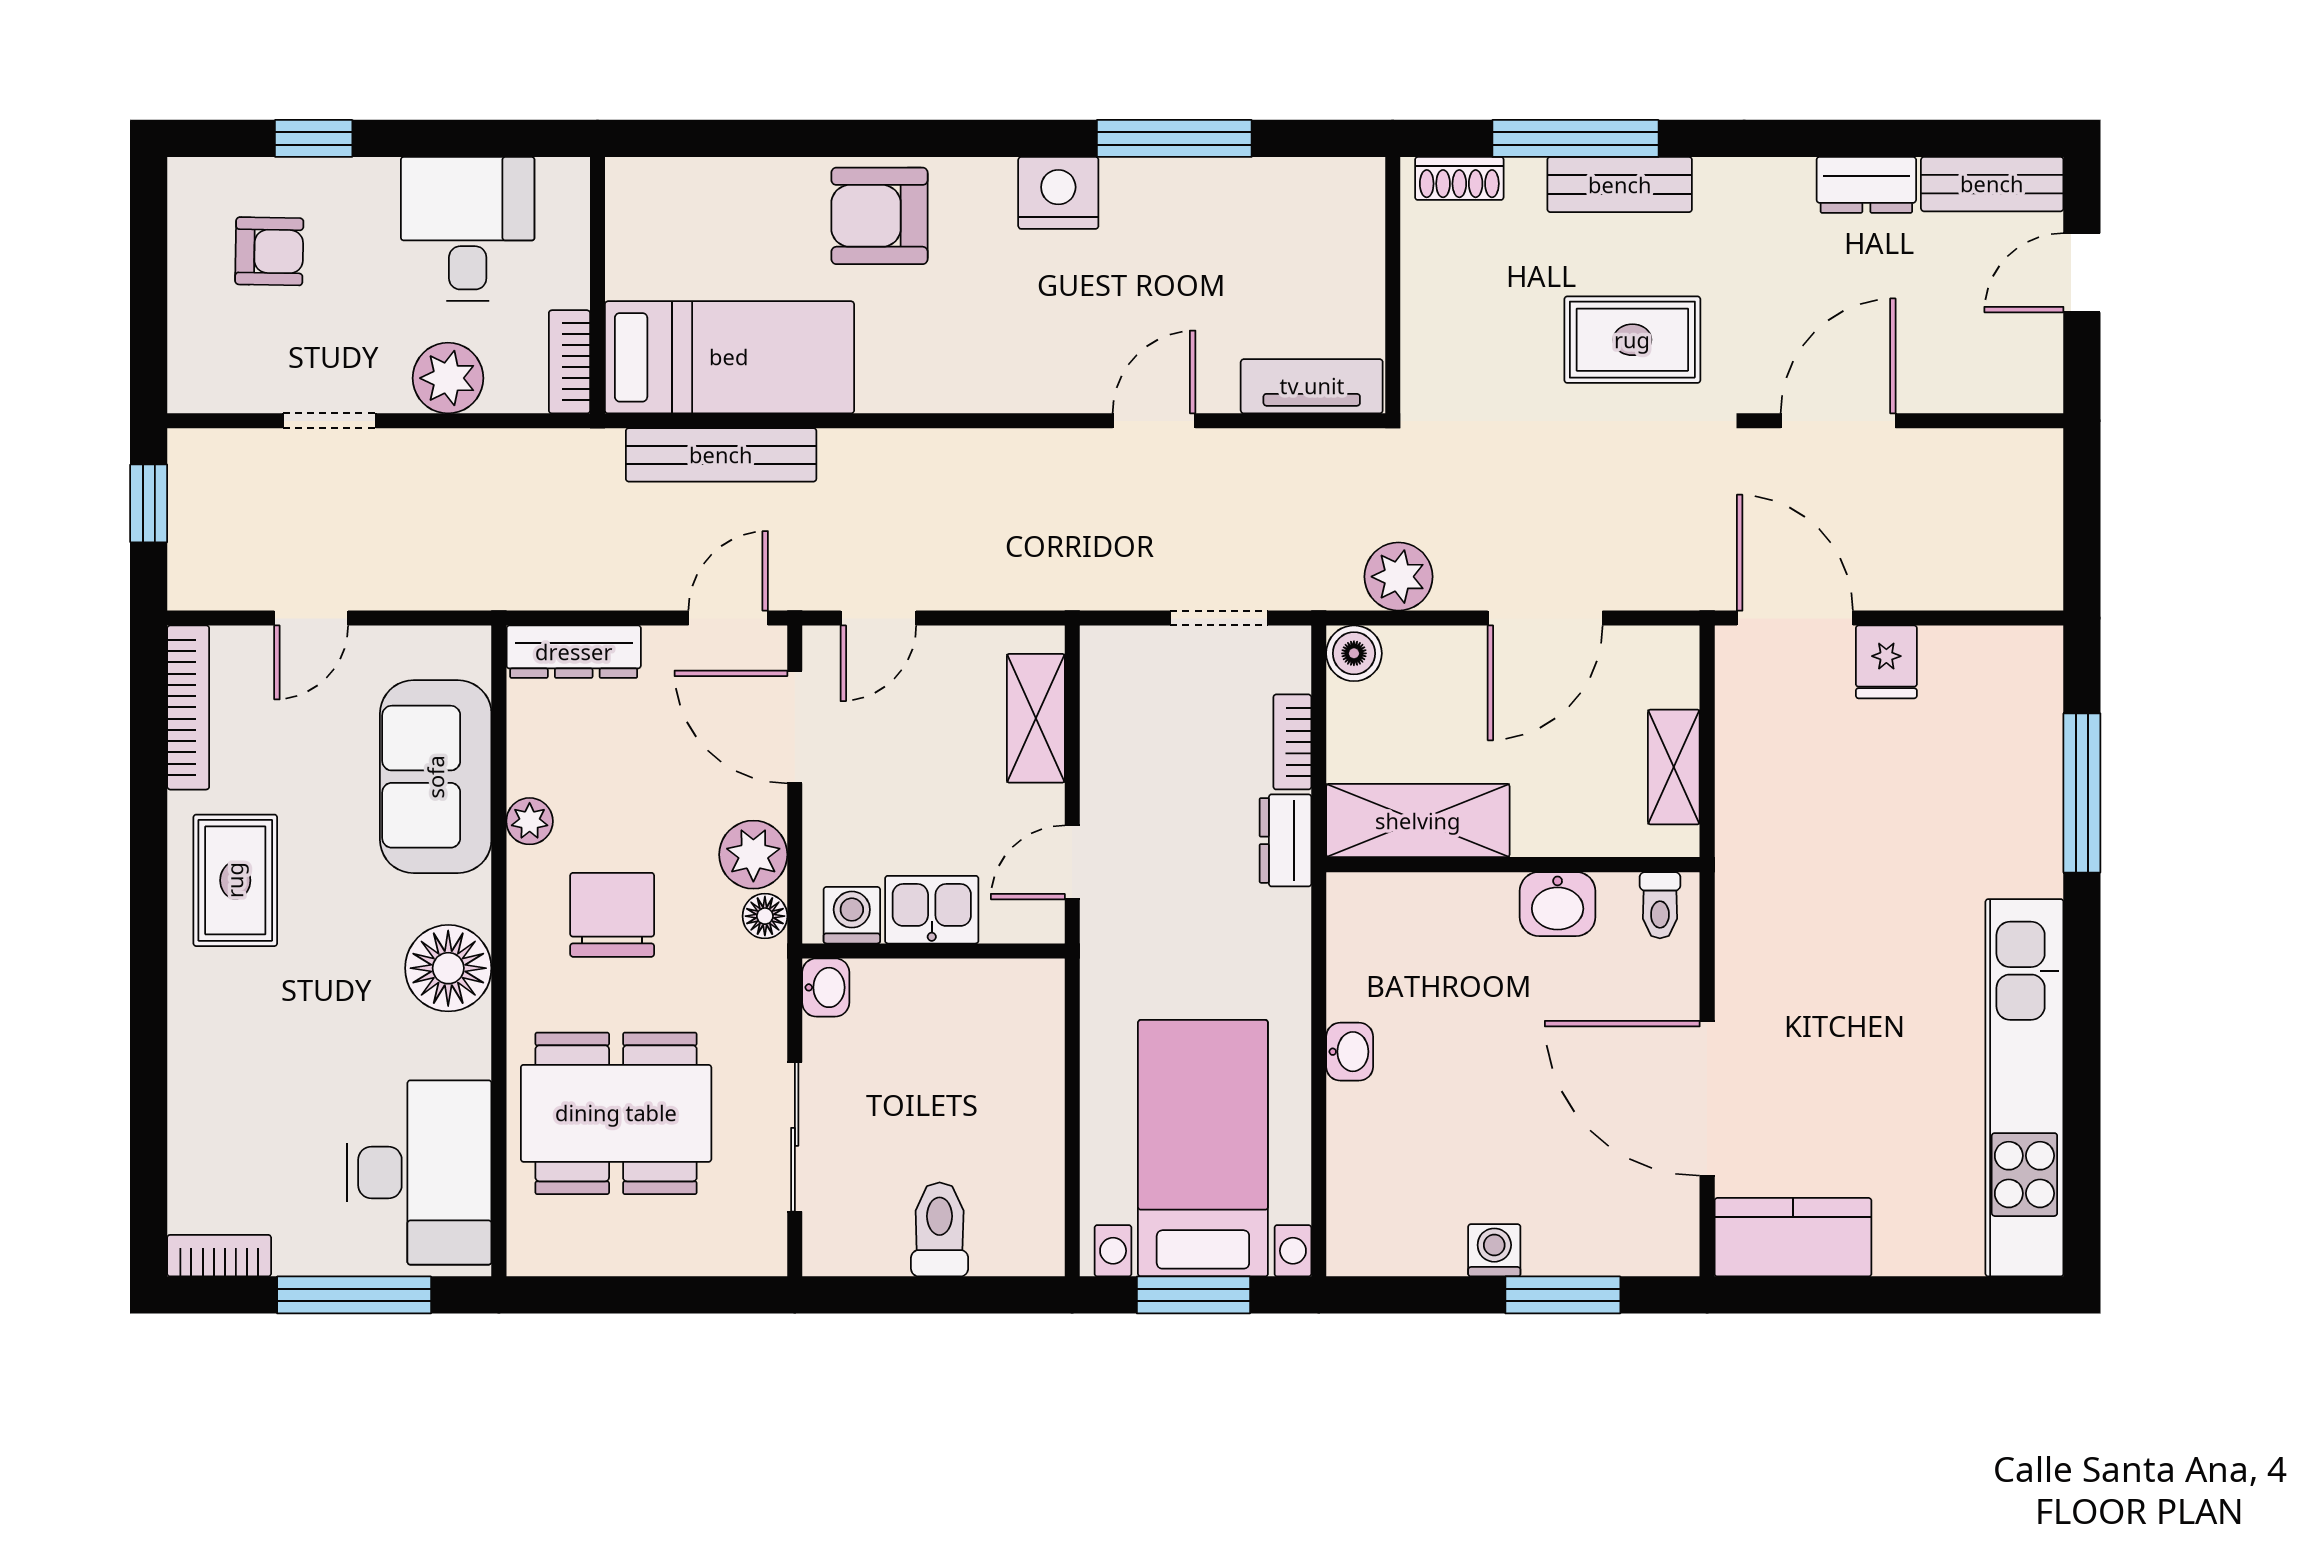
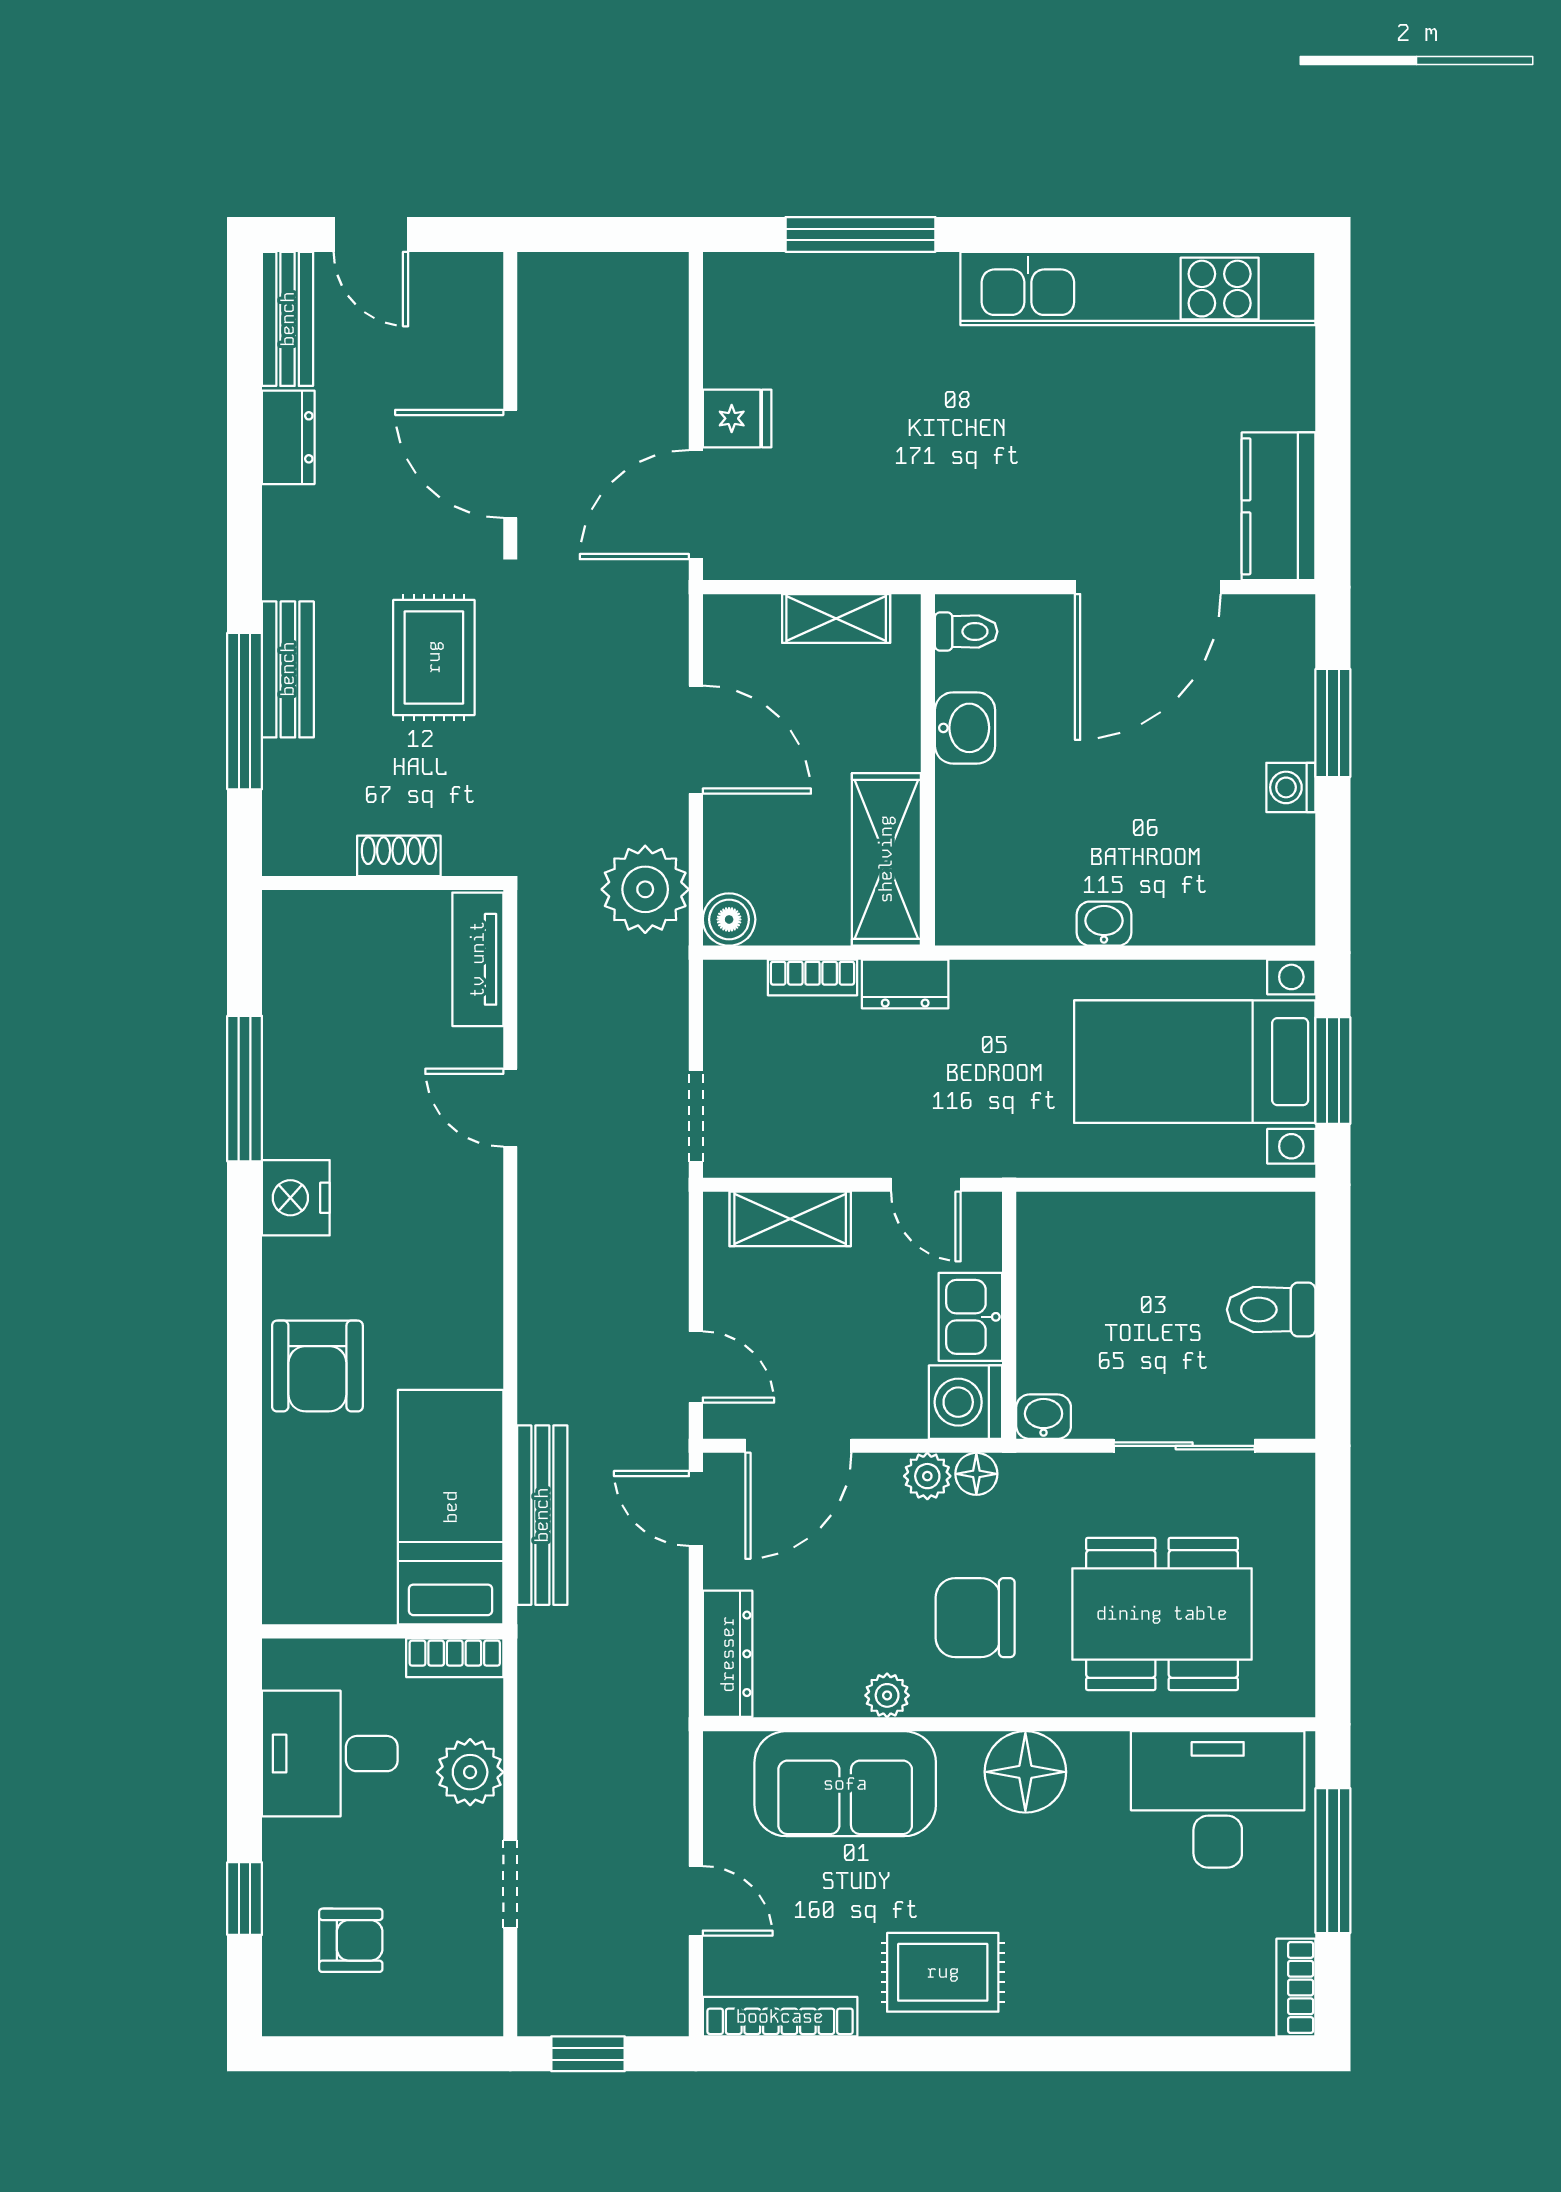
shoe rack: (1459, 178) -> (399, 856), moved, turned -90
armchair: (269, 251) -> (351, 1940), turned 89
plant: (1398, 577) -> (645, 889), width x1.36, depth x1.36
doorway: (1219, 618) -> (696, 1116), moved
plant: (753, 855) -> (927, 1476), width x0.73, depth x0.73
washing machine: (852, 915) -> (966, 1402), width x1.38, depth x1.38
dining table: (616, 1113) -> (1162, 1614), turned 90

